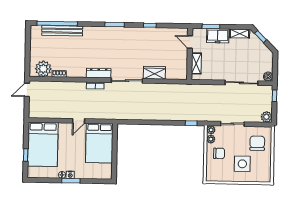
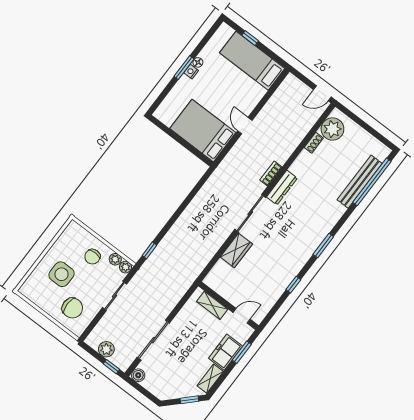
door: (27, 90) -> (322, 93), swing flipped
plant: (266, 117) -> (106, 349), moved
bed: (43, 144) -> (252, 61), width x0.67

